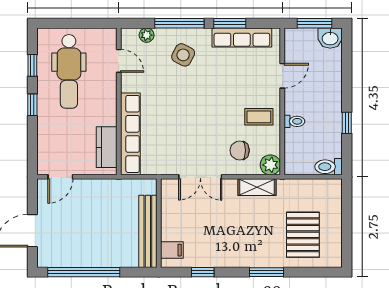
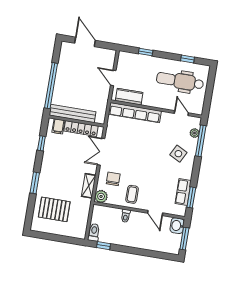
window: (179, 23) -> (201, 141), moved
window: (230, 23) -> (191, 197), moved
row of seats: (242, 37) -> (183, 192), width x0.68
washbasin: (330, 38) -> (177, 226), moved
door: (119, 61) -> (181, 113), swing flipped
window: (32, 105) -> (146, 52), moved
window: (347, 123) -> (104, 246), moved
door: (60, 177) -> (113, 78), moved
locker: (169, 214) -> (81, 128), added
window: (84, 272) -> (51, 86), moved

